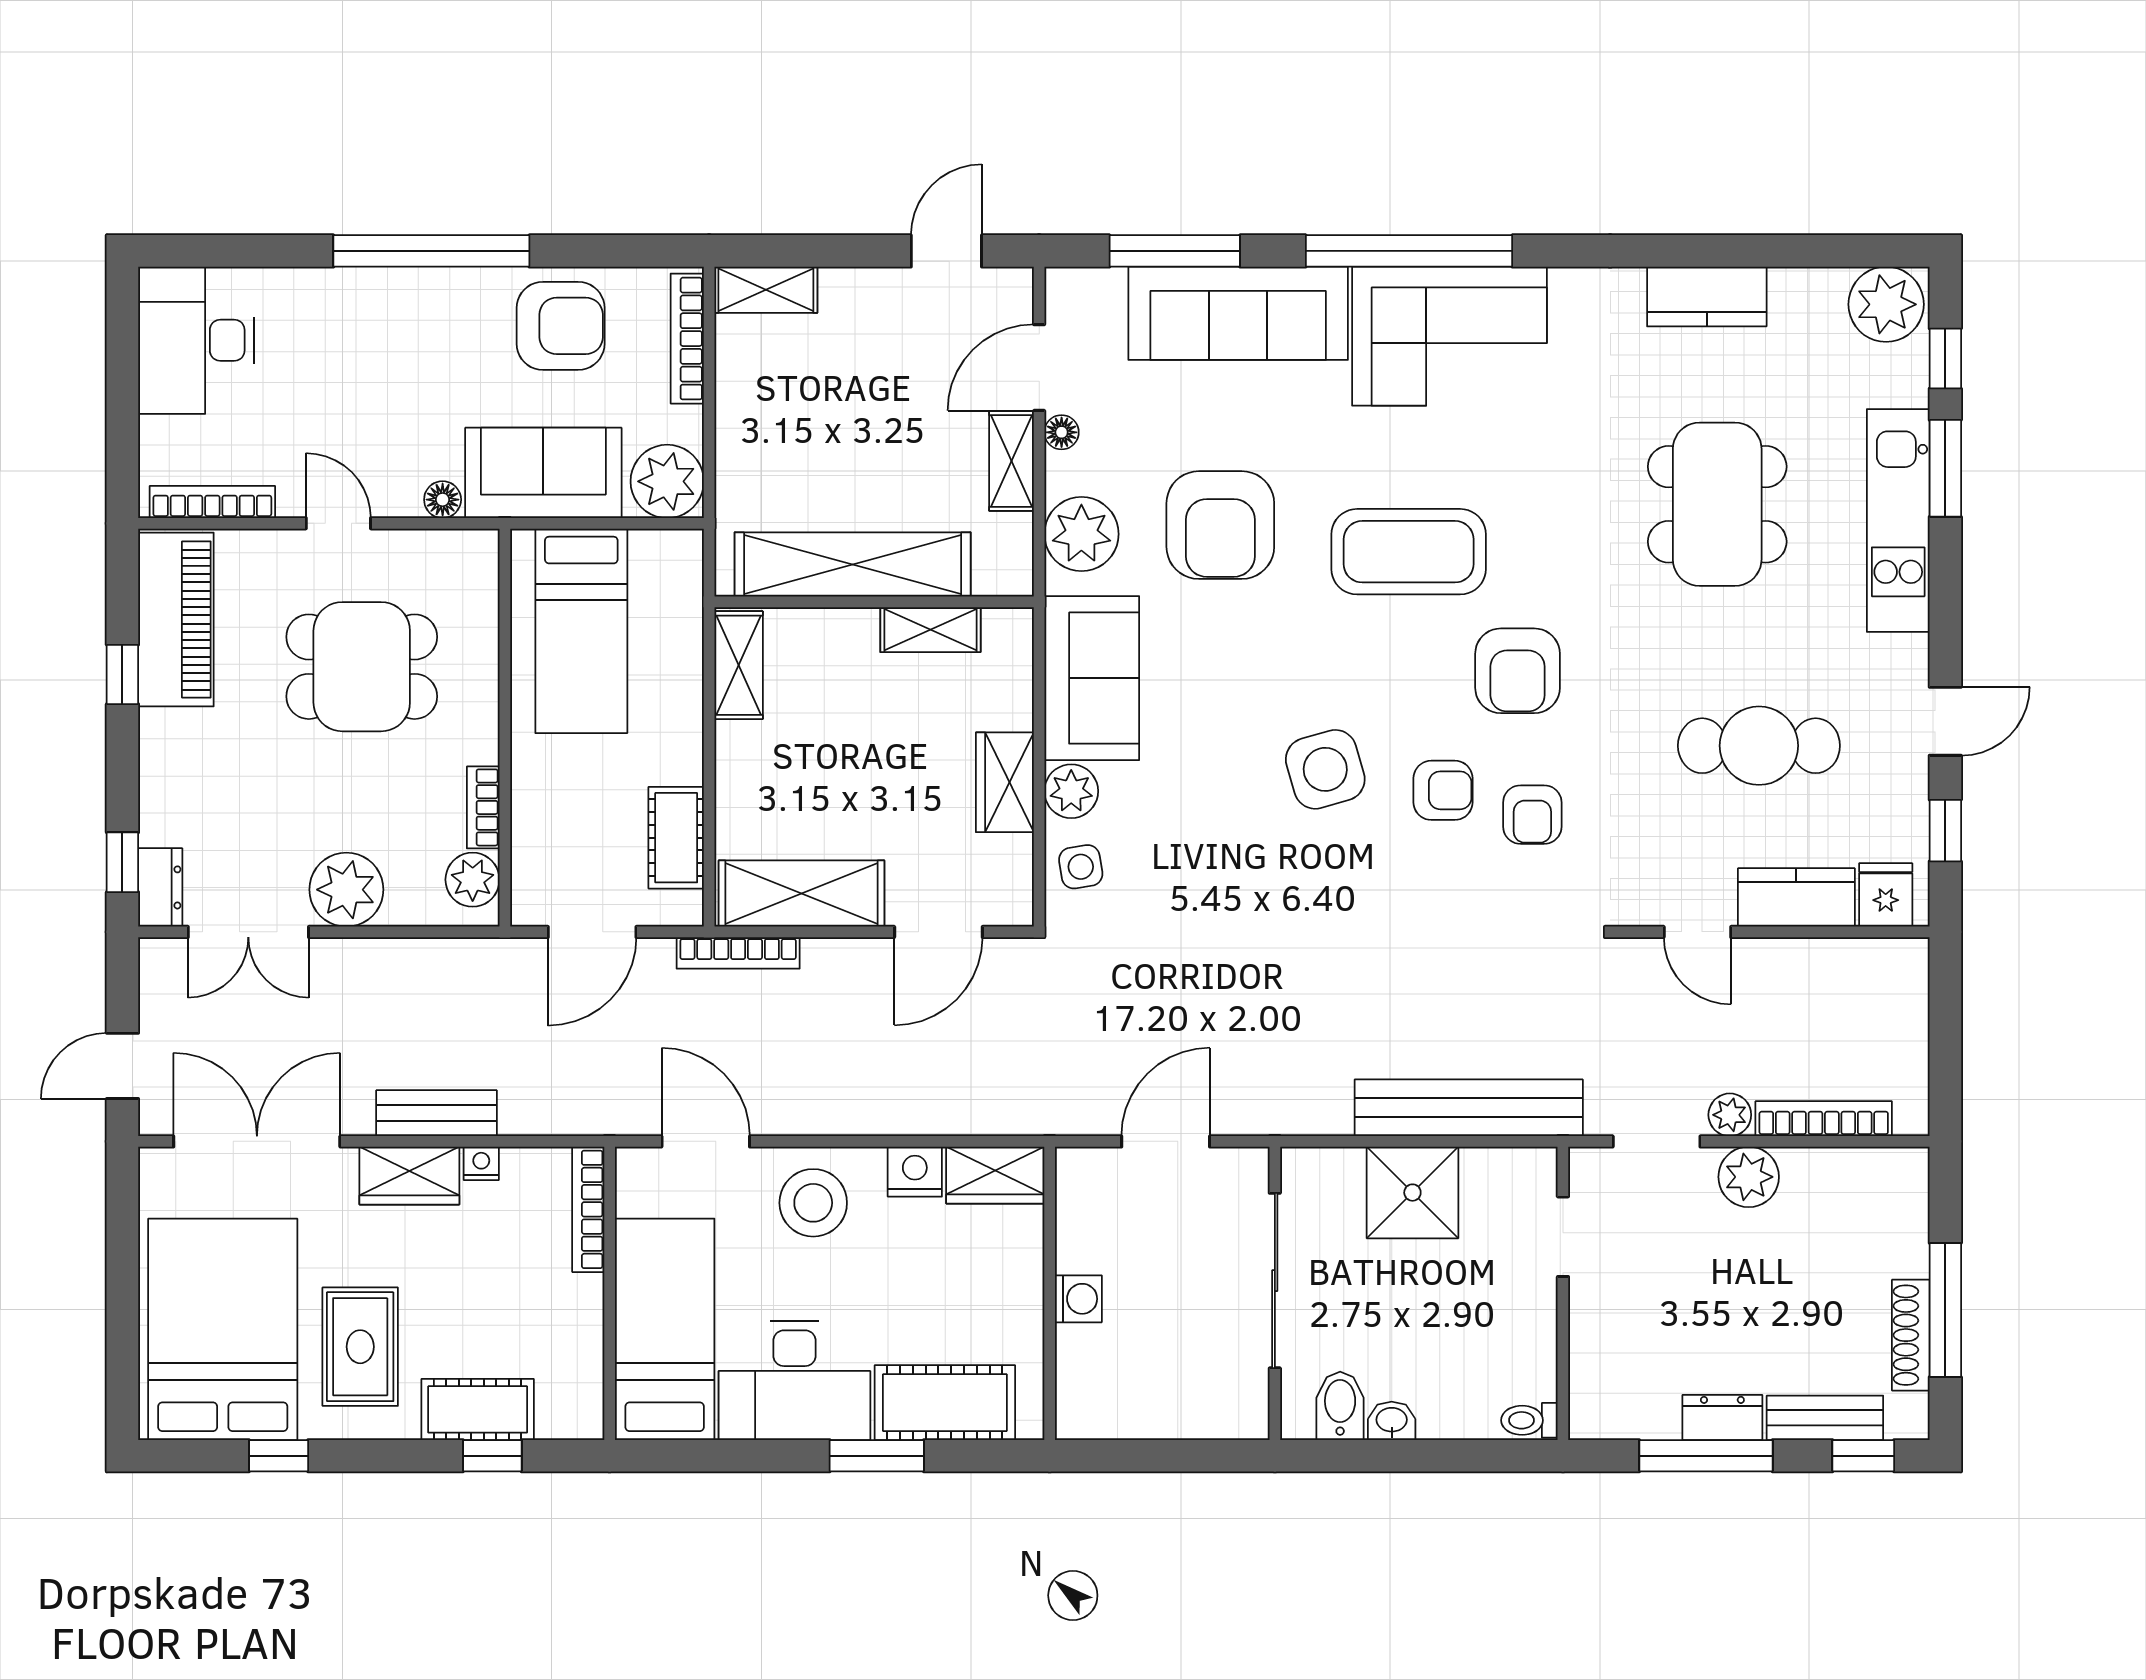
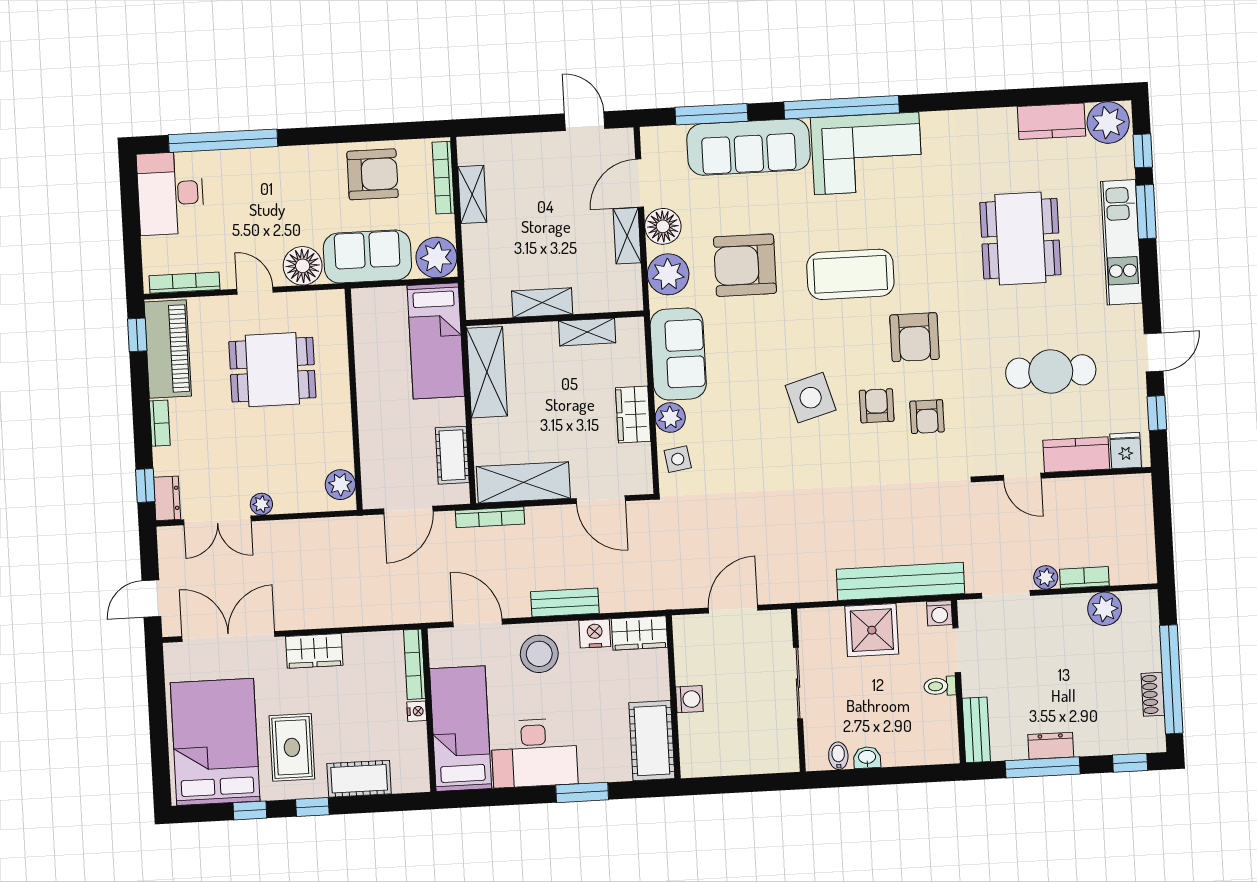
window: (431, 251) -> (223, 141), moved
door: (946, 251) -> (585, 121), hinge flipped
shelving: (766, 290) -> (472, 194), moved, turned 90
kitchen counter: (1707, 297) -> (1051, 121), moved
floor lamp: (1062, 432) -> (663, 226), width x1.89, depth x1.89
floor lamp: (443, 500) -> (303, 266), width x1.89, depth x1.89
armchair: (1220, 525) -> (745, 265), turned 90
shelving: (853, 564) -> (542, 303), width x0.45, depth x0.75
bed: (581, 631) -> (436, 341), moved
shelving: (739, 665) -> (487, 372), width x1.50, depth x1.33
window: (122, 674) -> (137, 335), moved
armchair: (1443, 790) -> (877, 406), turned -90
bookcase: (483, 807) -> (160, 423), moved, turned 180
plant: (346, 890) -> (261, 504), width x0.53, depth x0.53
door: (938, 932) -> (601, 500), hinge flipped
bench: (436, 1113) -> (565, 603), moved
bookcase: (1824, 1119) -> (1084, 577), width x0.64
nightstand: (481, 1163) -> (417, 711), moved, turned 90
washing machine: (1536, 1169) -> (940, 613), added
plant: (1749, 1177) -> (1105, 609), moved
sliding door: (1275, 1281) -> (798, 683), width x0.73
window: (1945, 1310) -> (1171, 679), width x1.46
shoe rack: (1911, 1335) -> (1153, 694), width x0.70
cot: (945, 1403) -> (652, 741), moved, turned 90
bidet: (1340, 1406) -> (838, 756), width x0.72, depth x0.74
bench: (1825, 1418) -> (976, 730), moved, turned 90
toilet: (1529, 1420) -> (940, 686), moved
window: (492, 1456) -> (312, 807), moved

